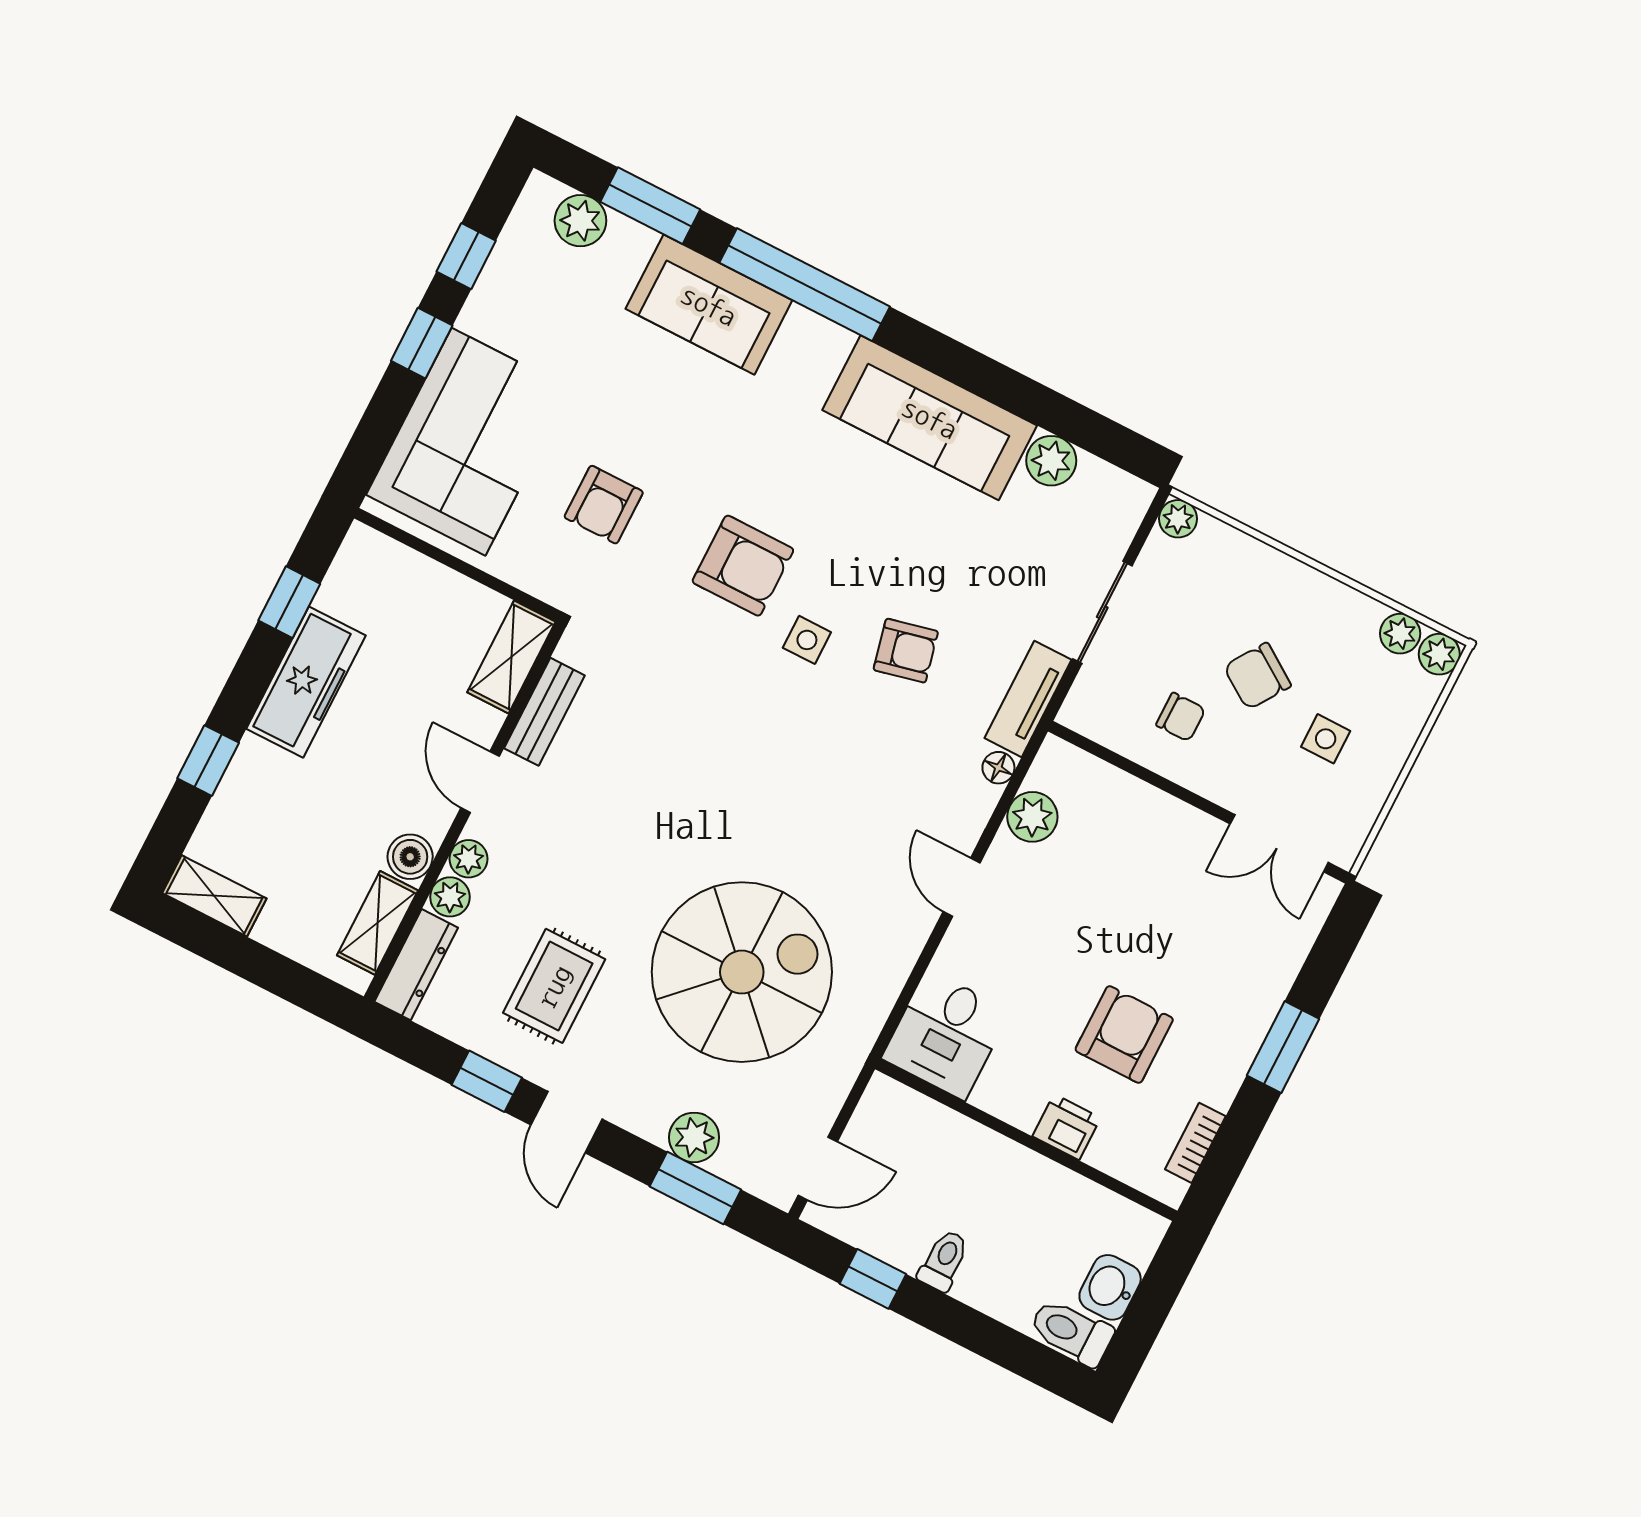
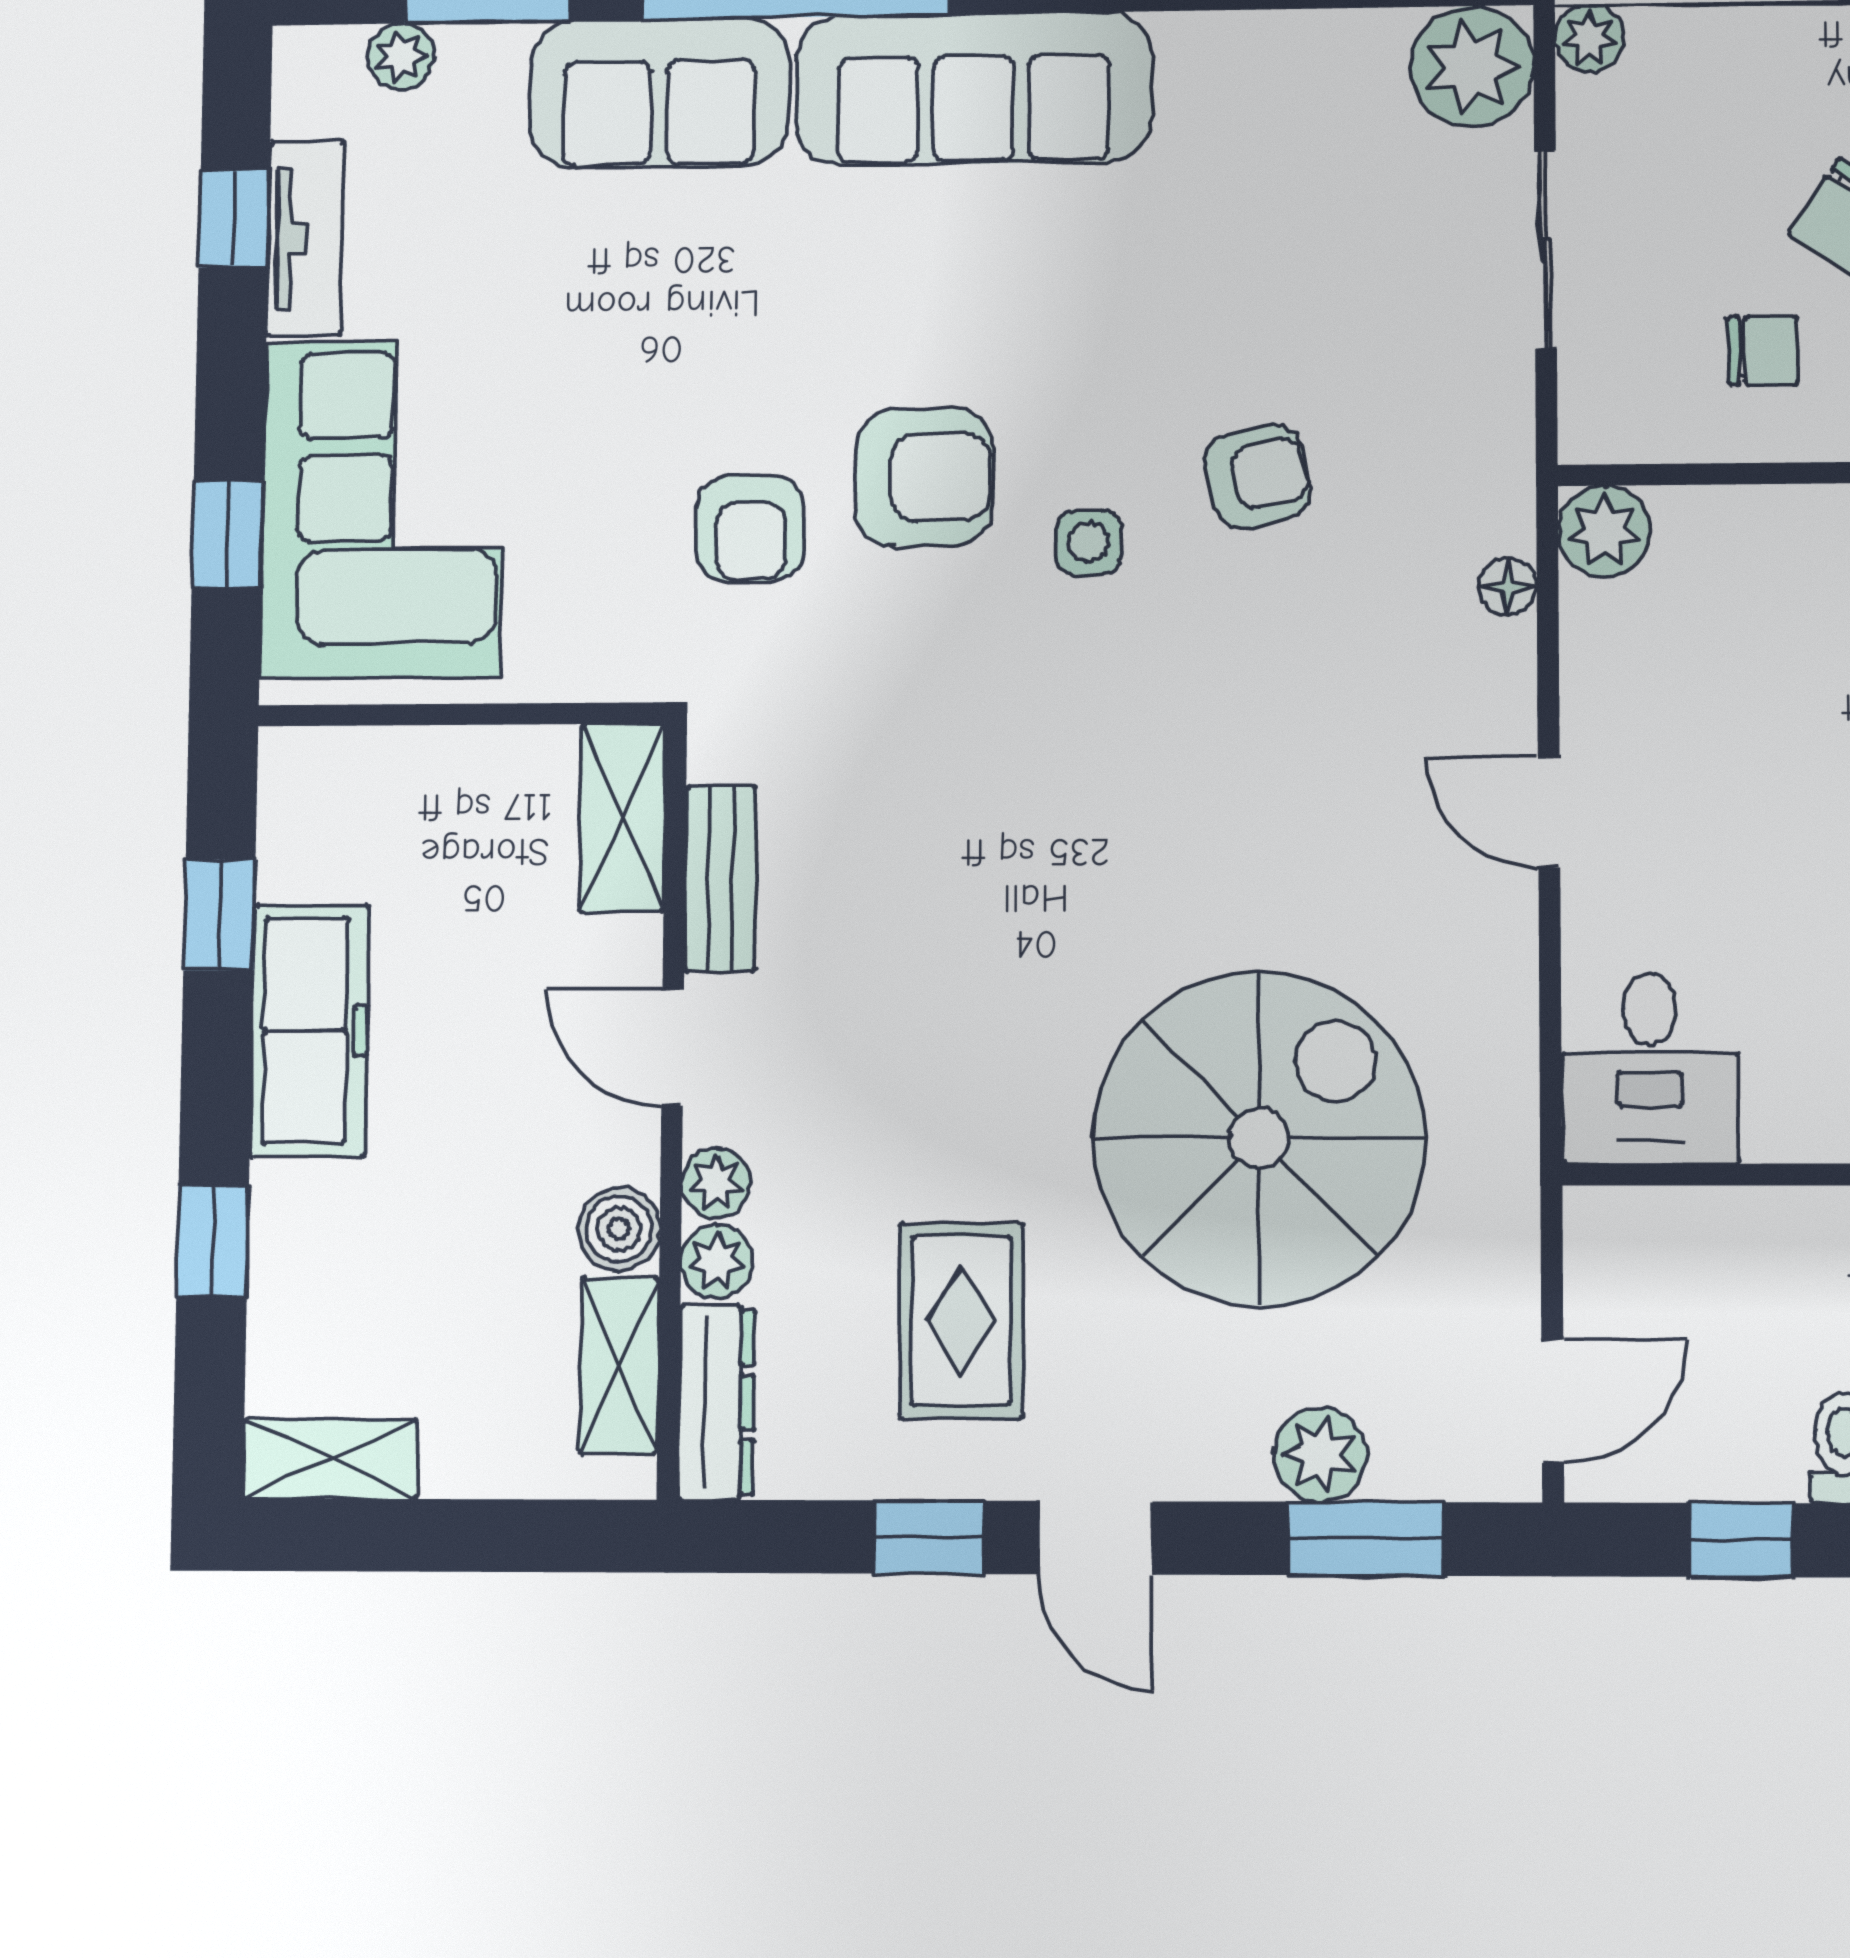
plant: (580, 221) -> (401, 56), width x0.73, depth x0.73
window: (422, 343) -> (227, 535), moved
sofa: (930, 418) -> (973, 89), moved
plant: (1051, 461) -> (1472, 67), moved, width x1.36, depth x1.36
armchair: (604, 505) -> (750, 528), moved
tv unit: (1028, 699) -> (305, 238), moved, turned 180
plant: (1032, 817) -> (1604, 531), moved

